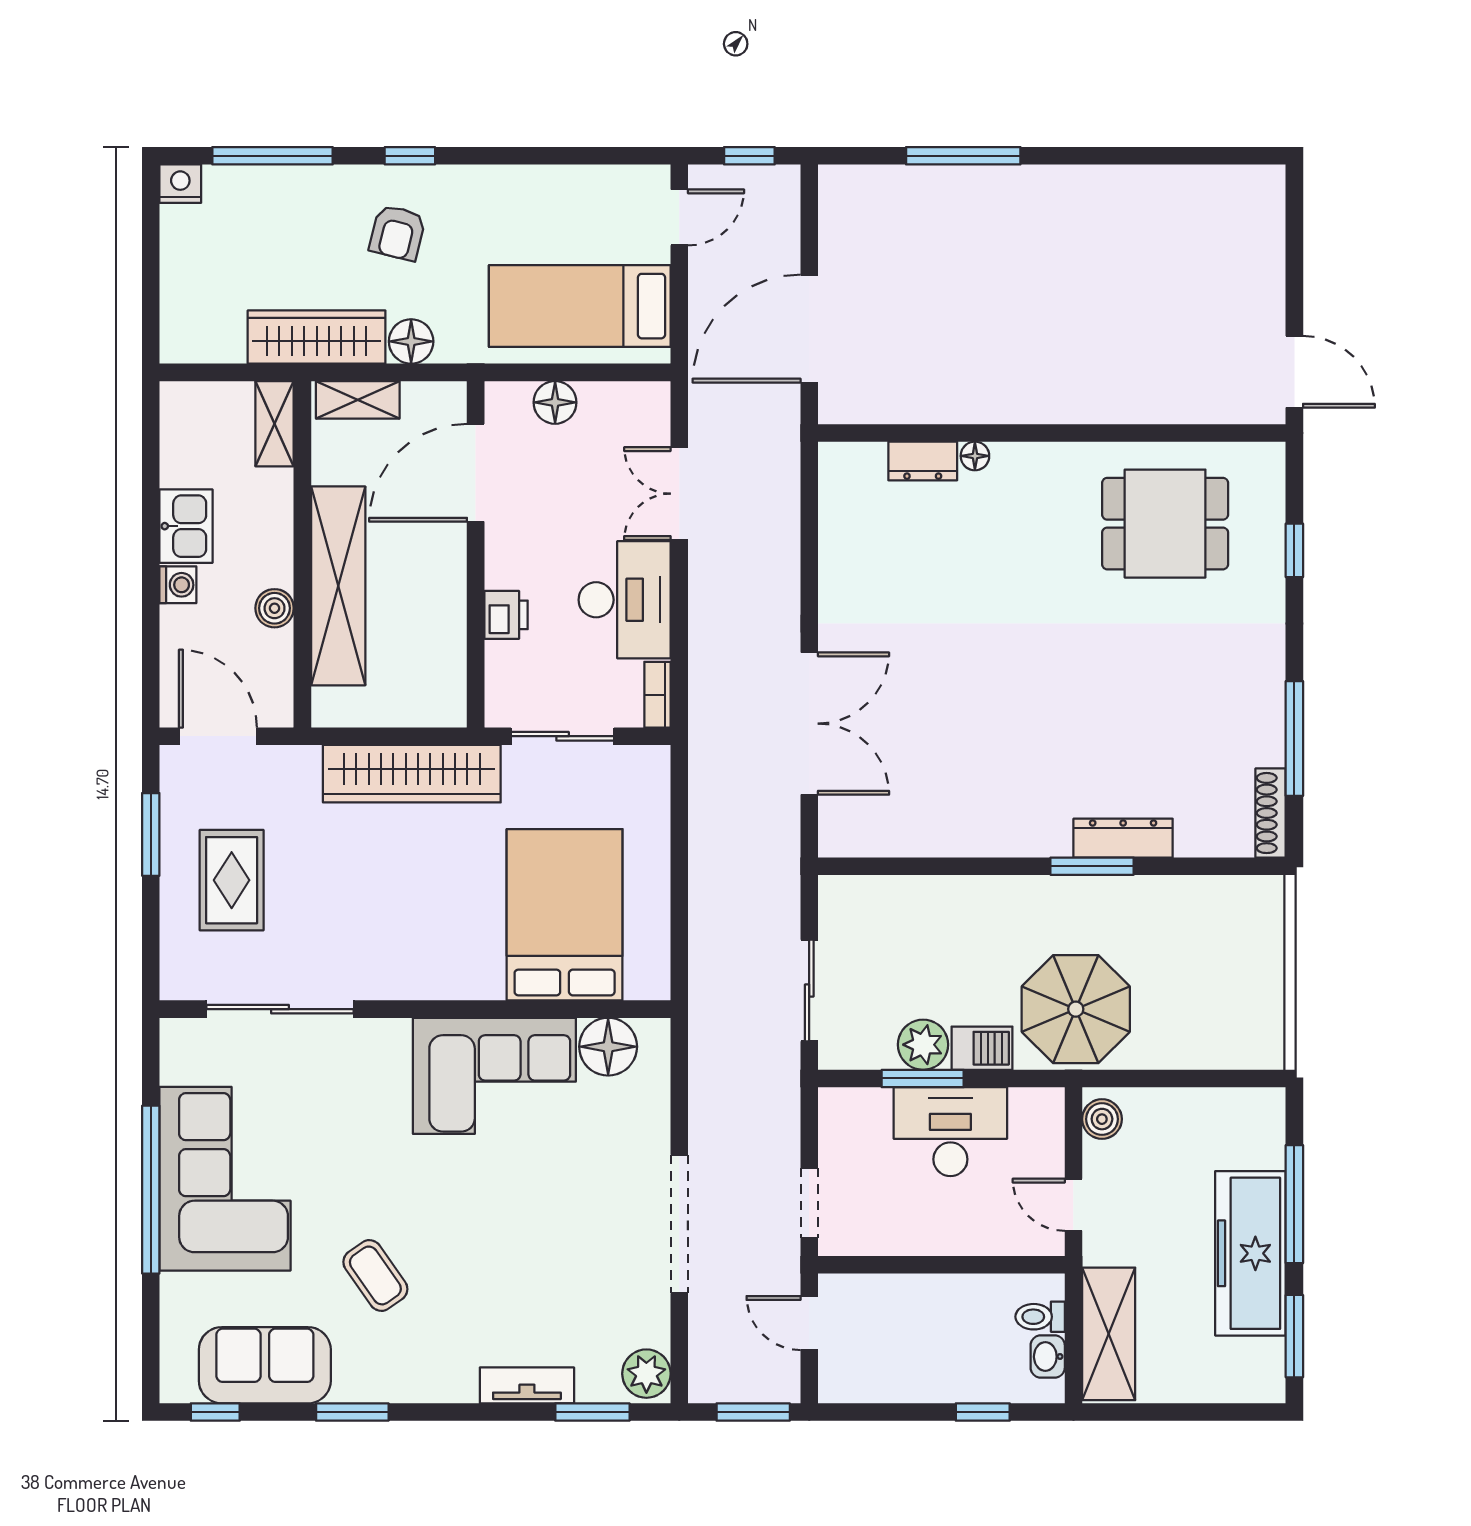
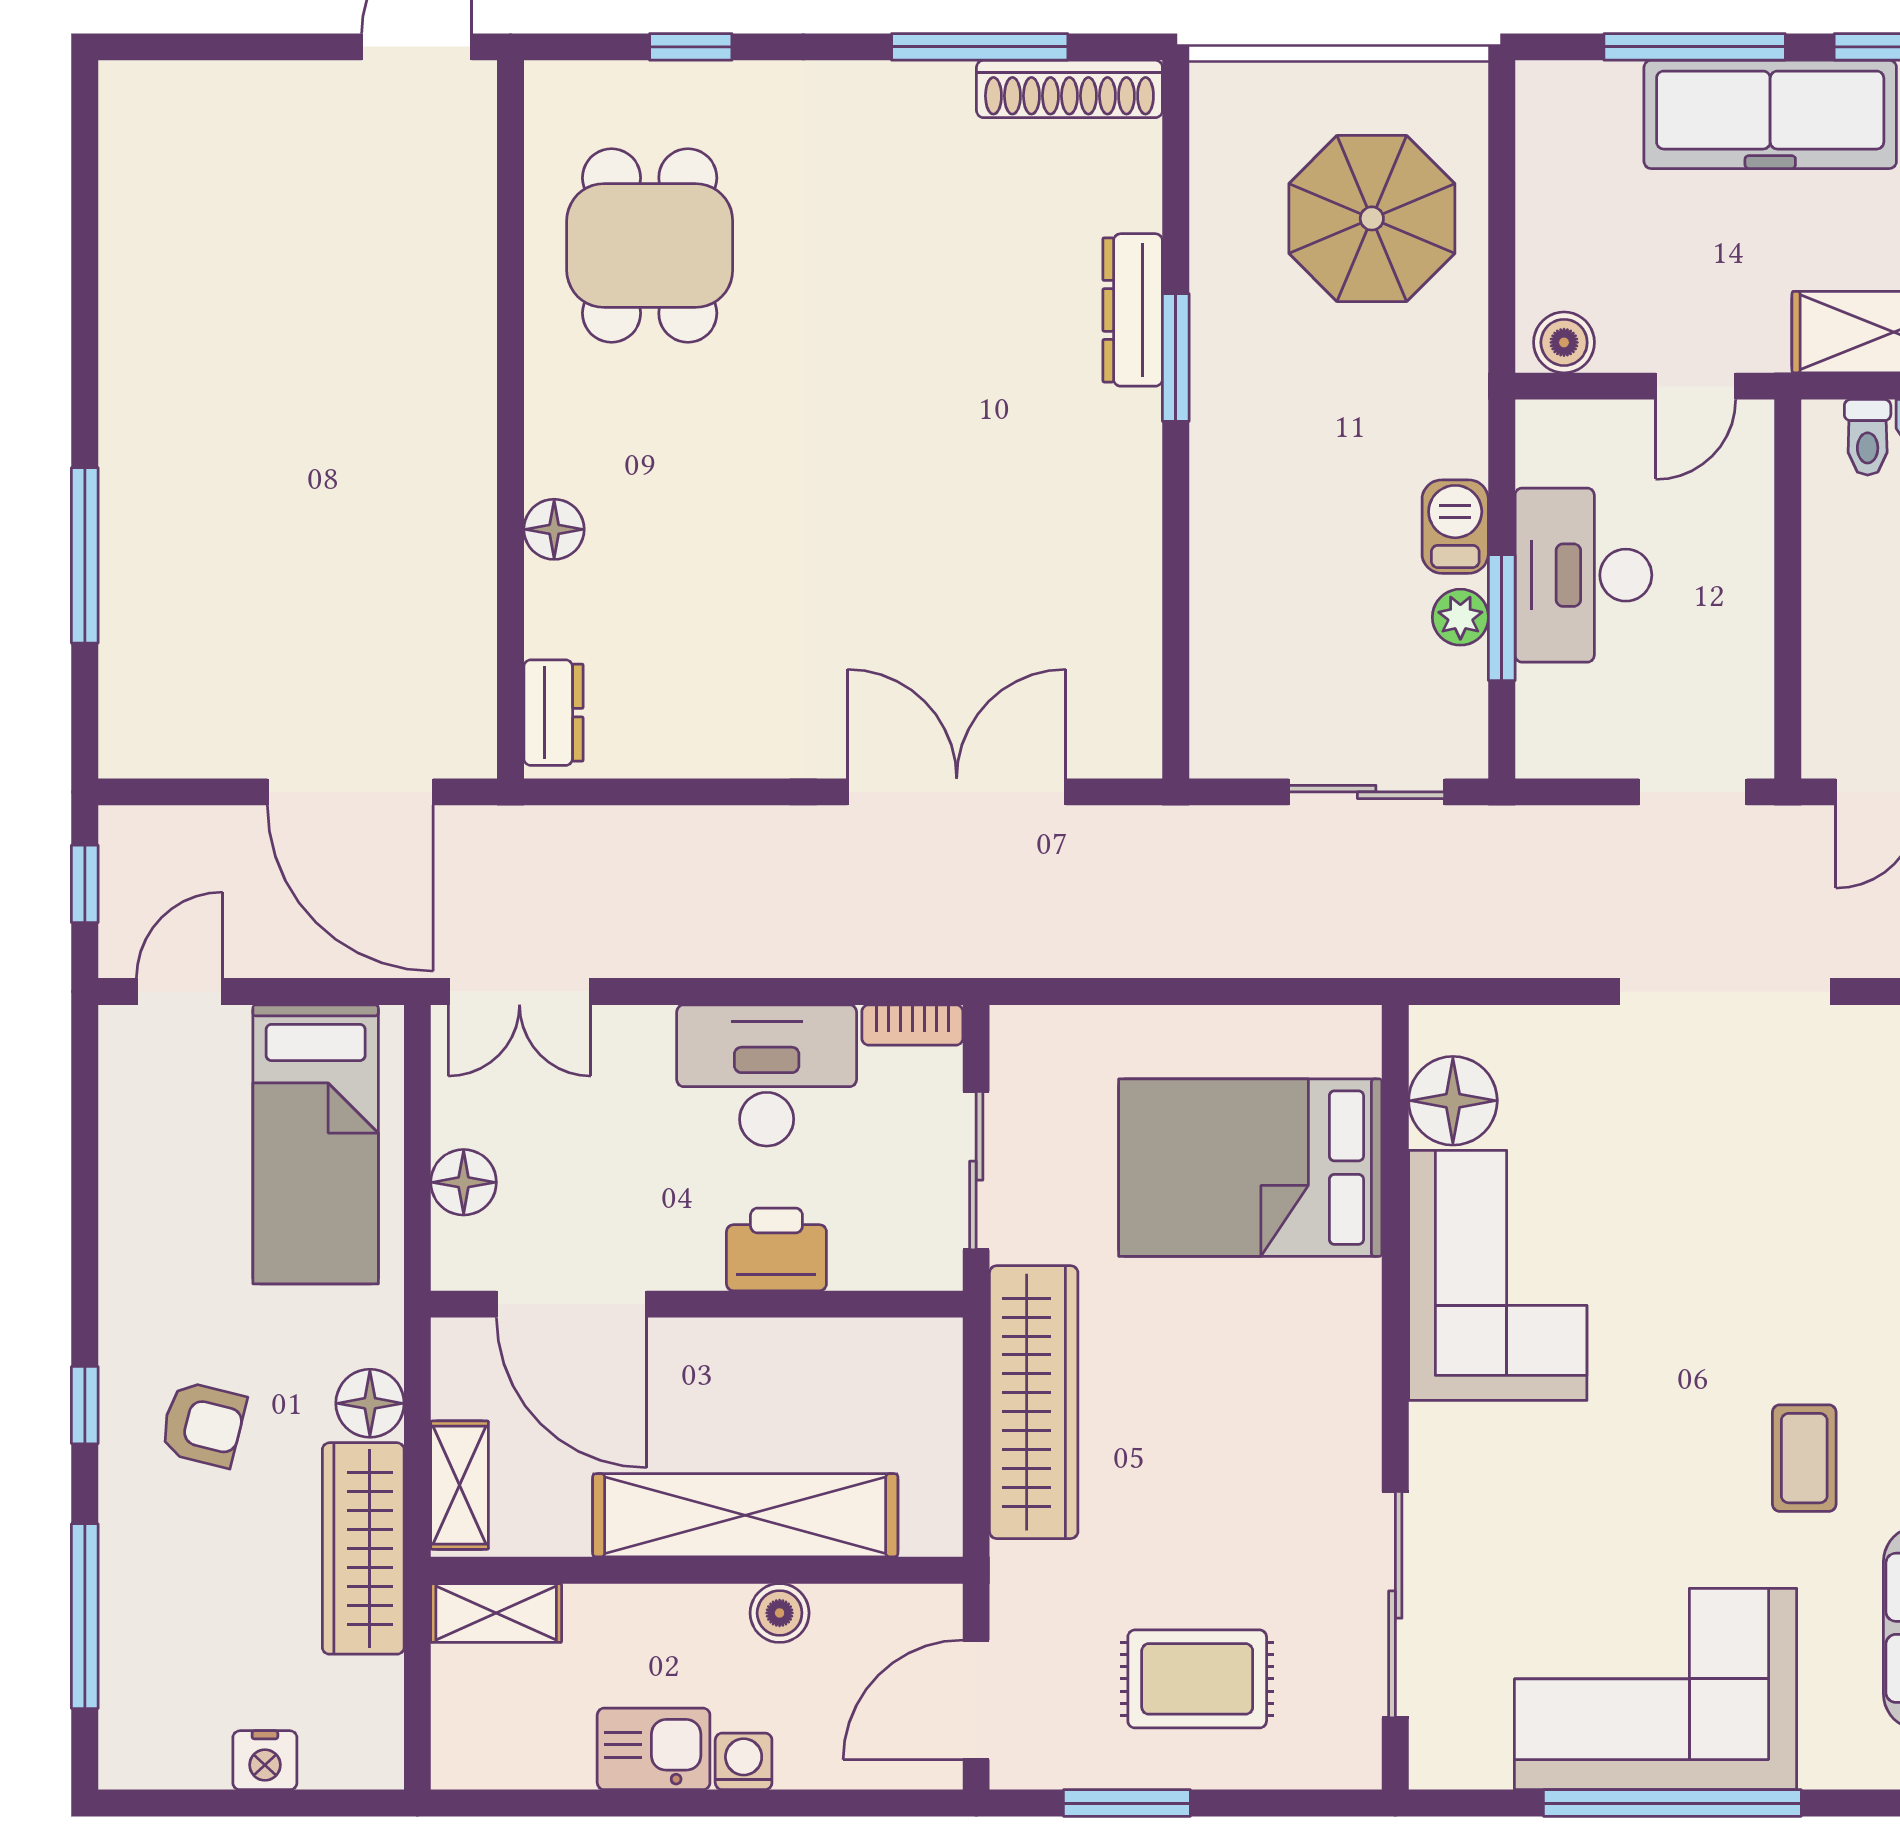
nightstand: (180, 184) -> (265, 1760), moved, turned -90
door: (679, 217) -> (180, 991), hinge flipped
floor lamp: (975, 456) -> (554, 529), width x1.37, depth x1.37
dresser: (923, 461) -> (554, 713), moved
double door: (679, 494) -> (520, 991), moved
printer: (506, 615) -> (776, 1249), width x1.36, depth x1.24
shoe rack: (1271, 813) -> (1069, 89), width x1.36, depth x1.24
parasol: (1076, 1009) -> (1372, 218), moved
plant: (923, 1045) -> (1460, 617), width x0.73, depth x0.73
coffee table: (375, 1275) -> (1804, 1458), turned -55

